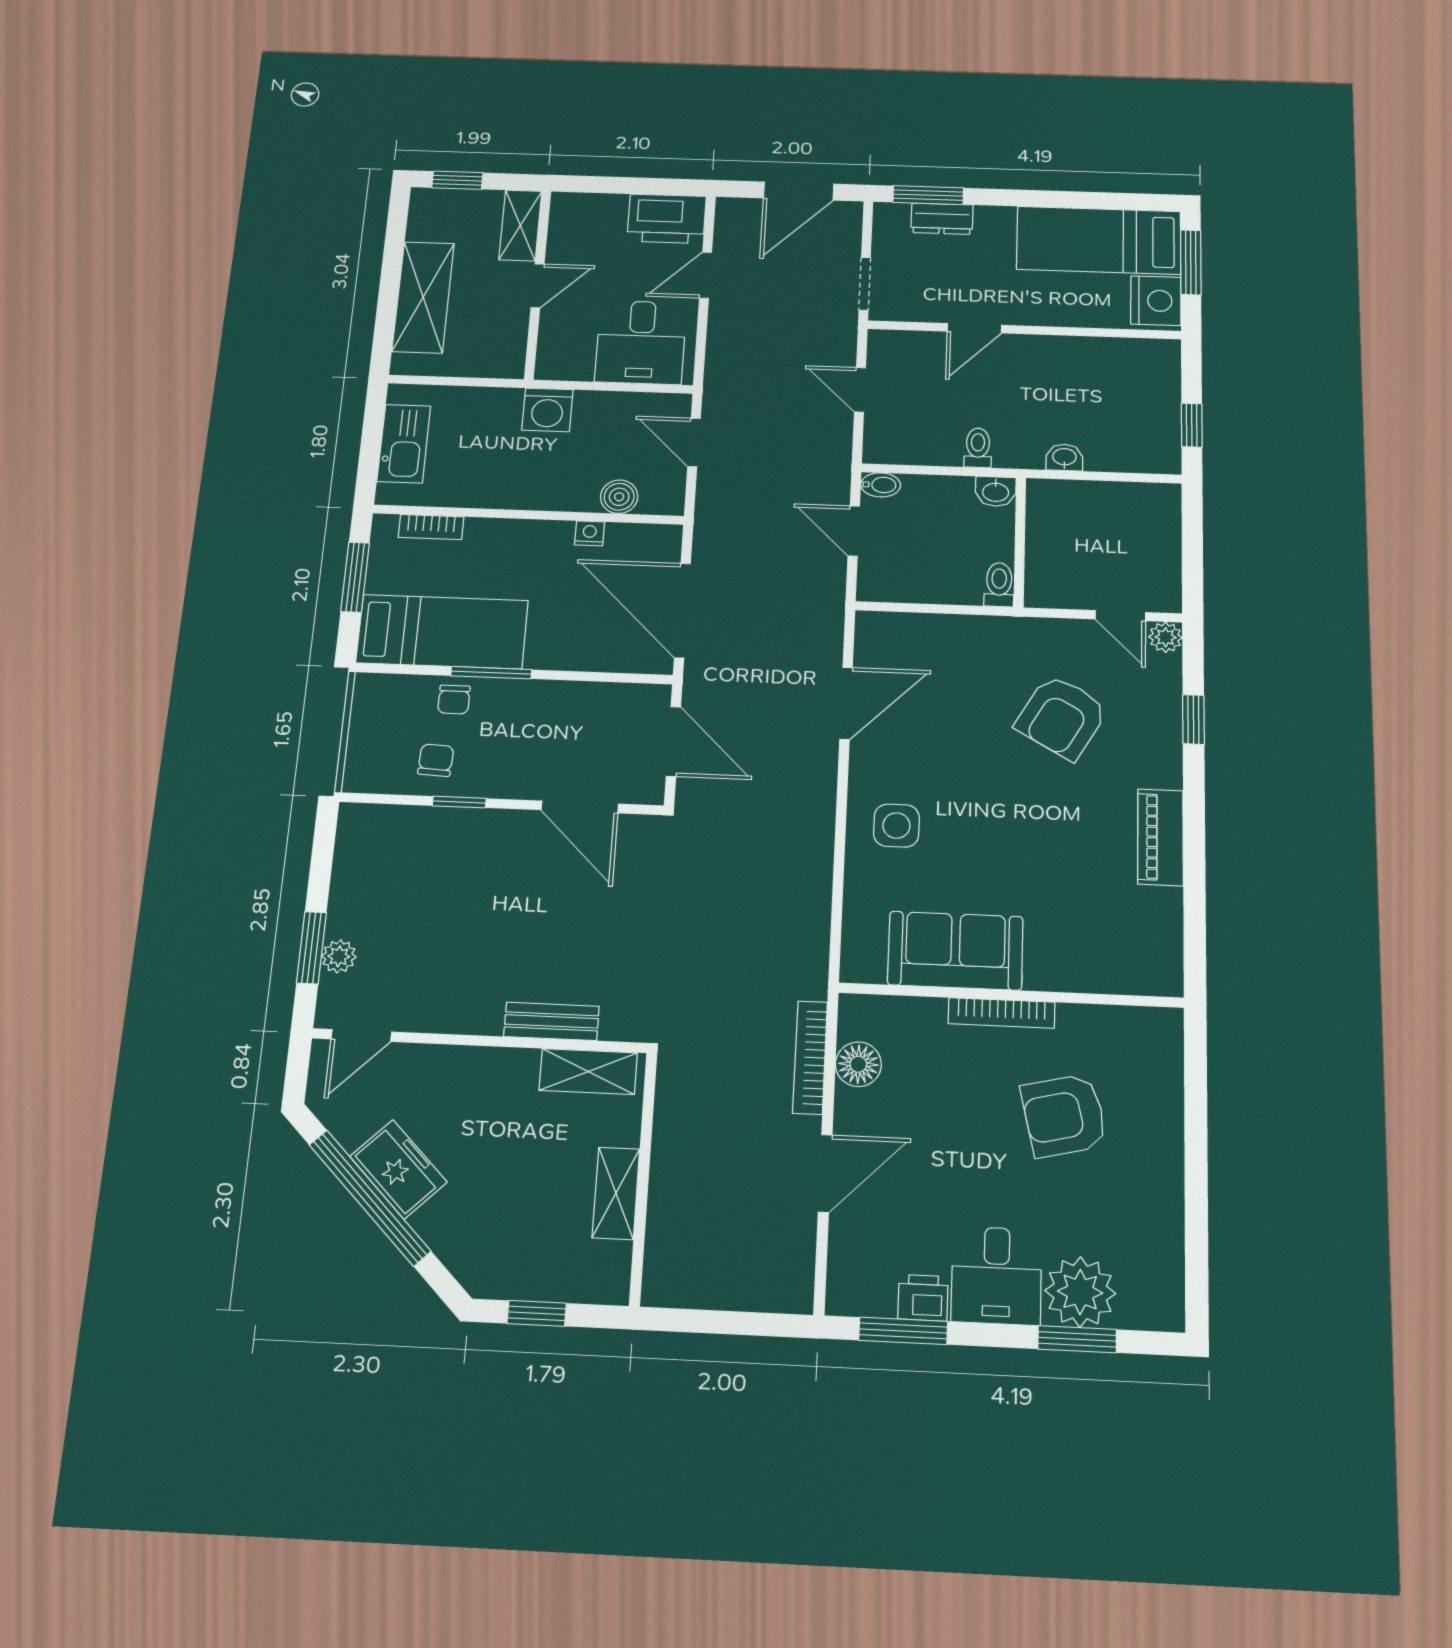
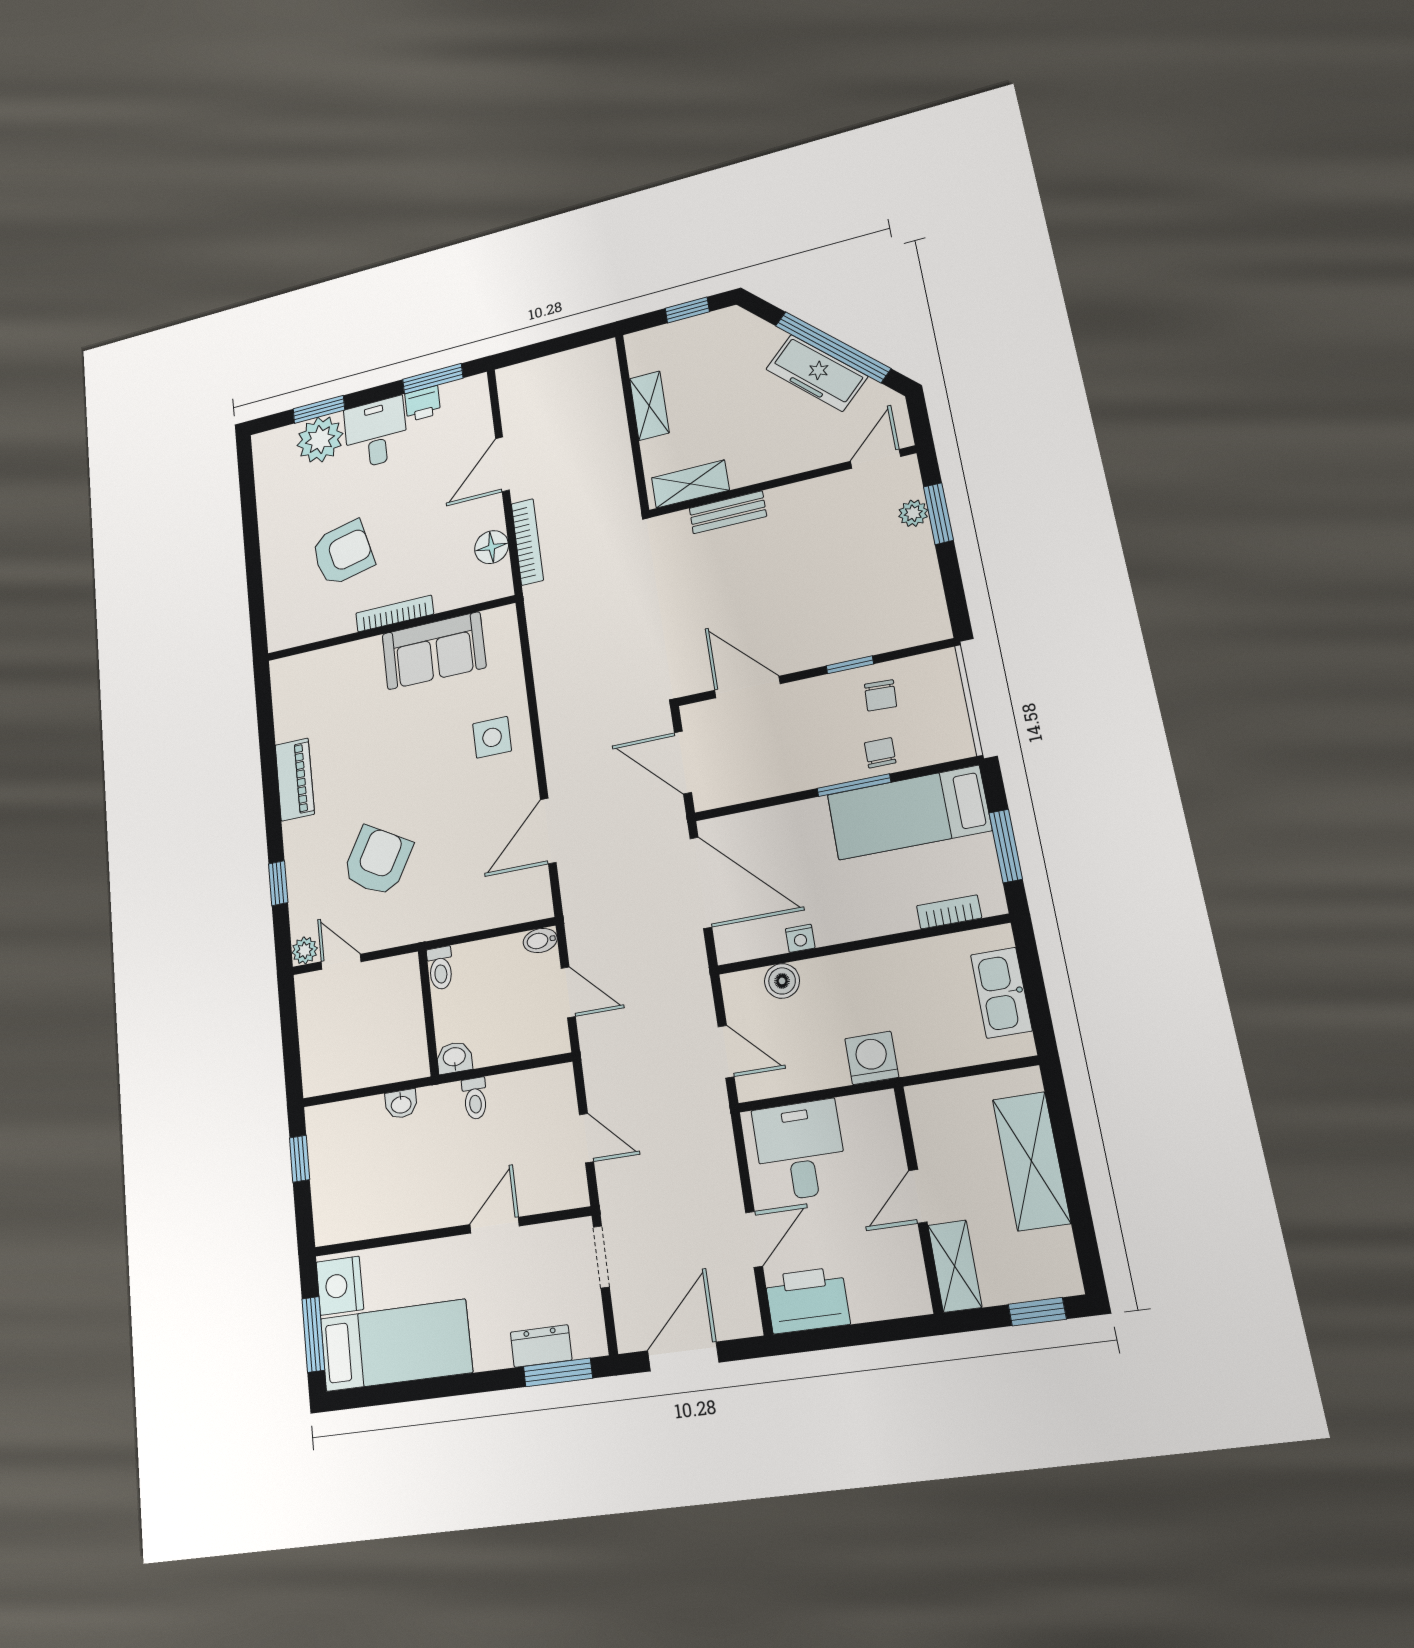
bidet: (881, 485) -> (540, 941), moved
freezer: (398, 1169) -> (817, 373), width x1.40

